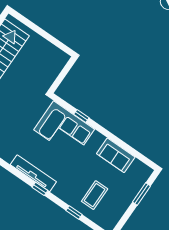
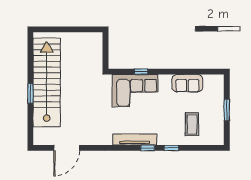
window: (141, 194) -> (227, 110), moved
window: (74, 212) -> (171, 148), moved

